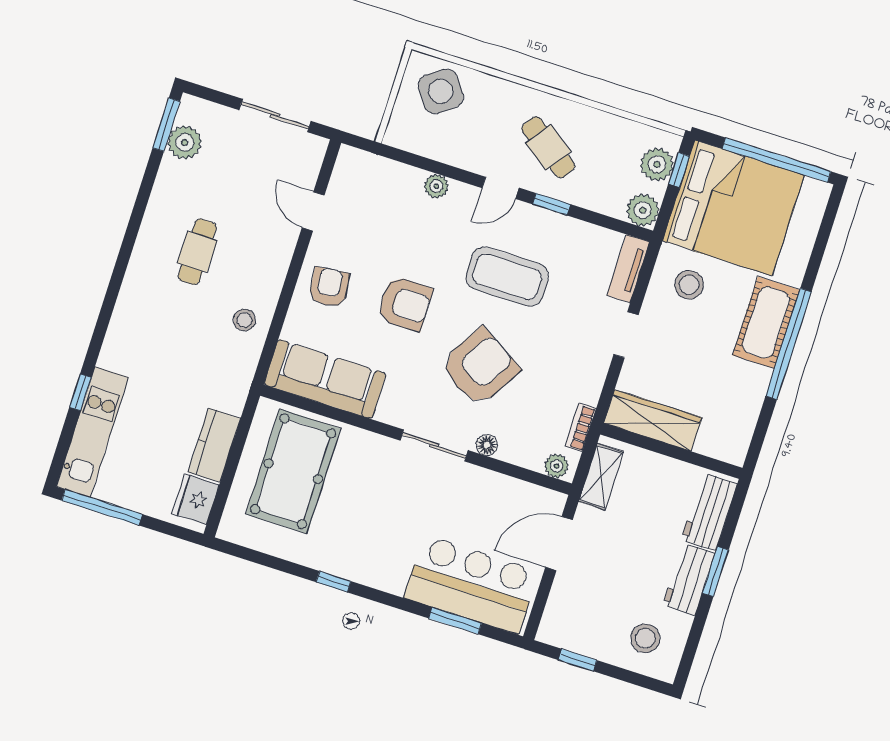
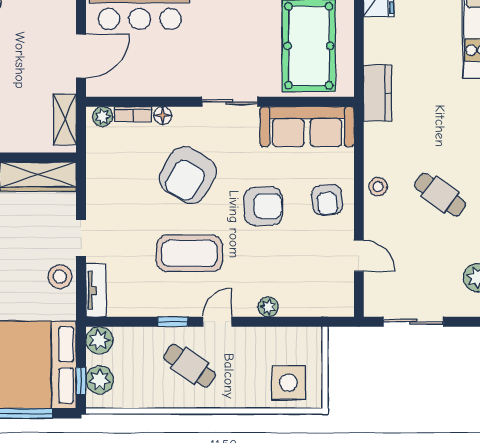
side table: (441, 91) -> (289, 383), turned 36
cafe table: (197, 252) -> (440, 195), turned -54
stool: (689, 285) -> (60, 277), moved
armchair: (405, 304) -> (263, 206), turned 180
stool: (244, 320) -> (378, 187), moved
bookcase: (581, 427) -> (133, 114), moved, turned 90
kitchen counter: (214, 445) -> (378, 93), moved
sliding door: (434, 445) -> (230, 102), moved

